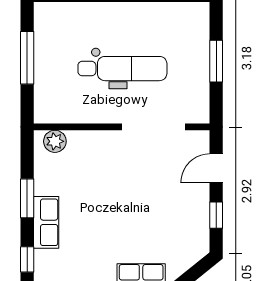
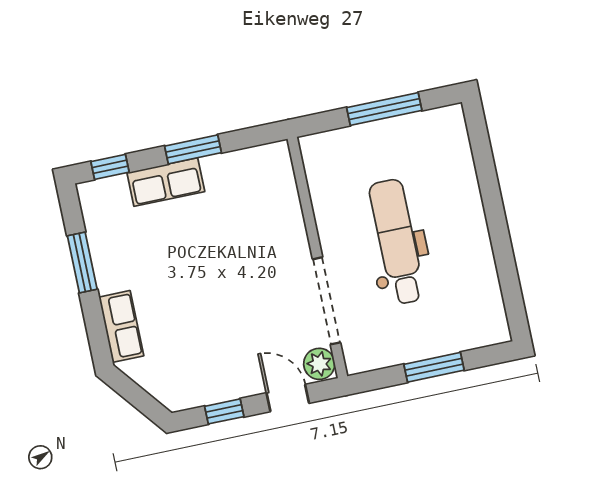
dental chair: (122, 69) -> (397, 242), turned 180
plant: (55, 141) -> (319, 364), moved

